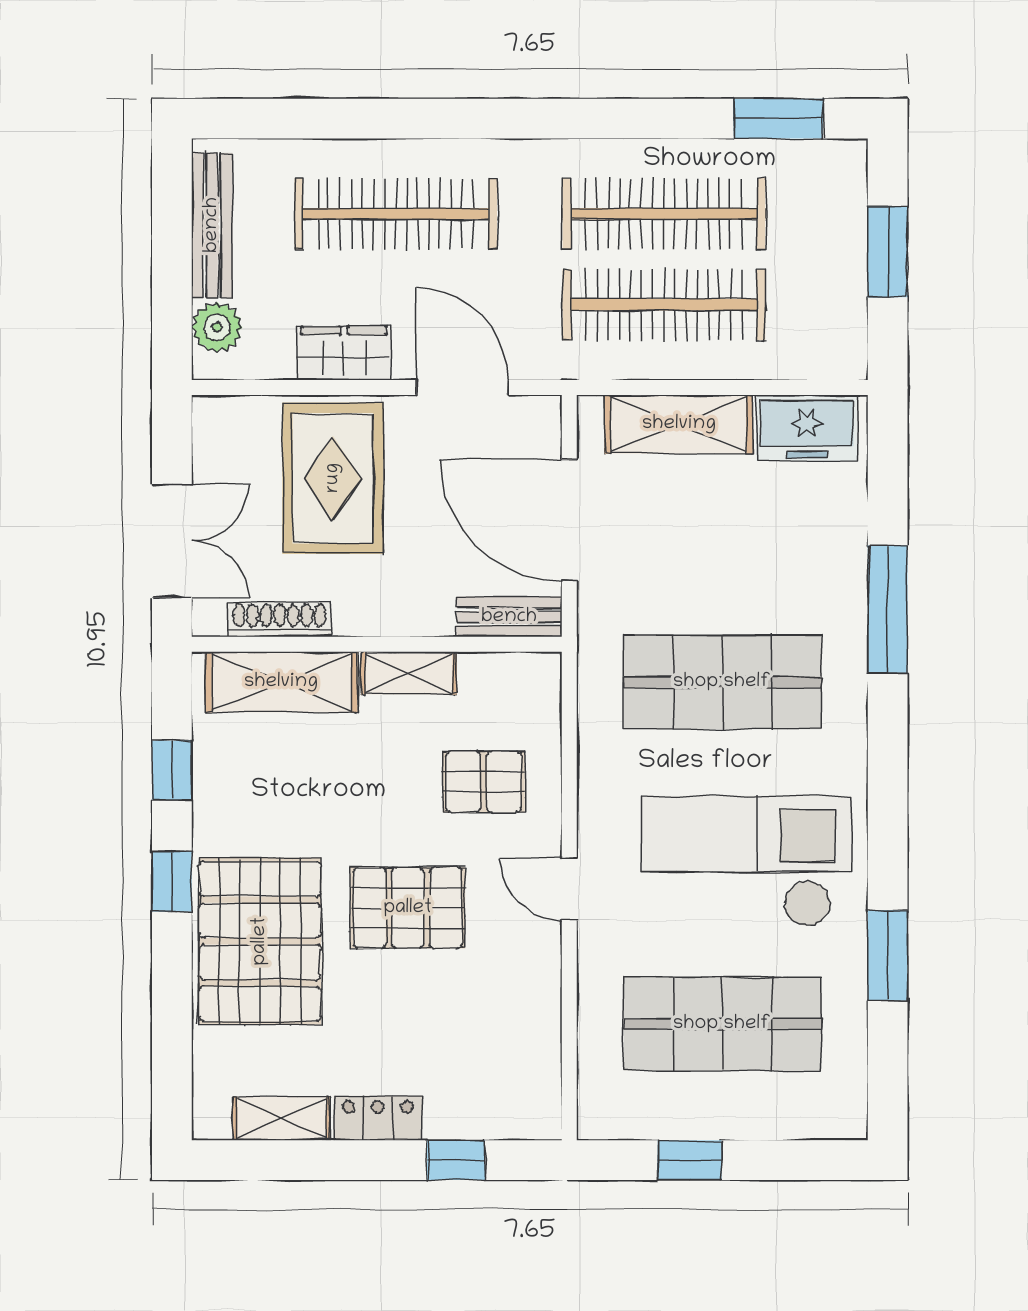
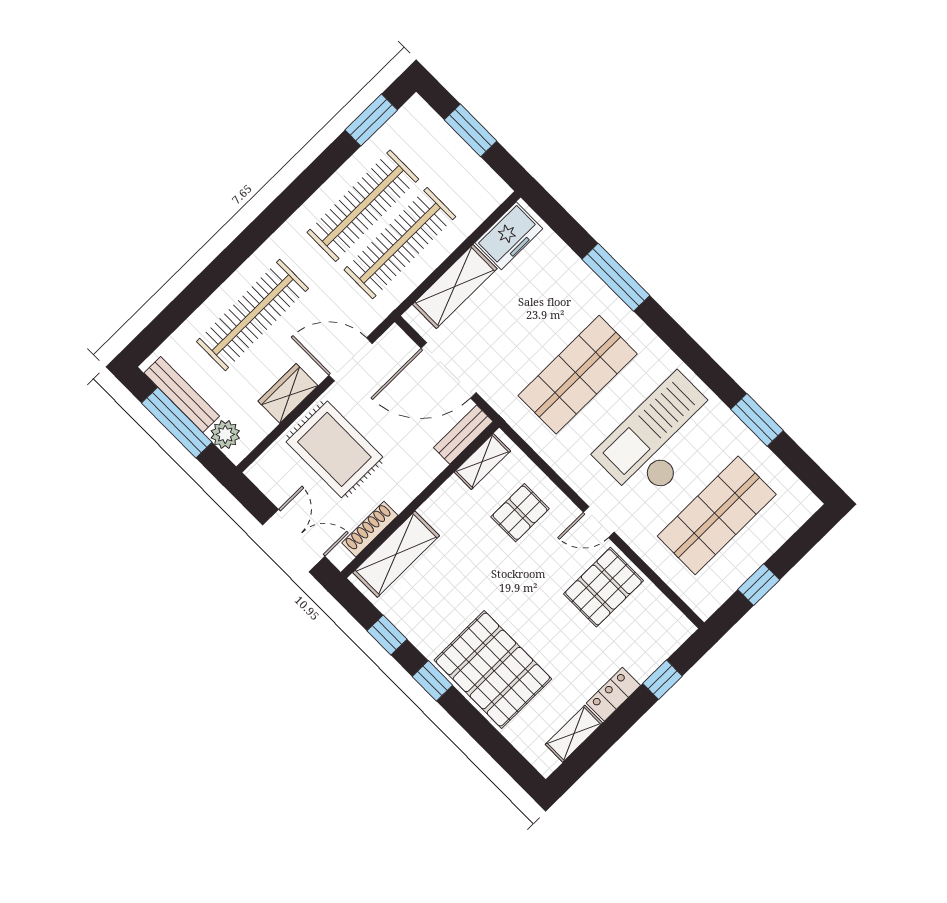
window: (172, 254) -> (177, 423), added
shelving: (409, 673) -> (482, 462), moved
pallet: (408, 908) -> (603, 587), moved

